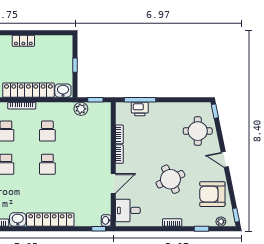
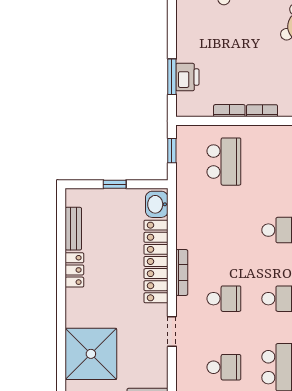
bench: (48, 40) -> (73, 229), added
window: (140, 100) -> (172, 77), width x0.69
plant: (81, 109) -> (187, 175), removed
school desk: (47, 131) -> (224, 162), moved, width x1.85

